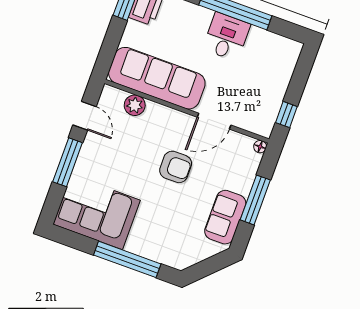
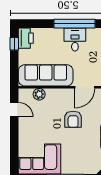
window: (68, 162) -> (14, 138), removed
armchair: (176, 167) -> (73, 119), turned 90

